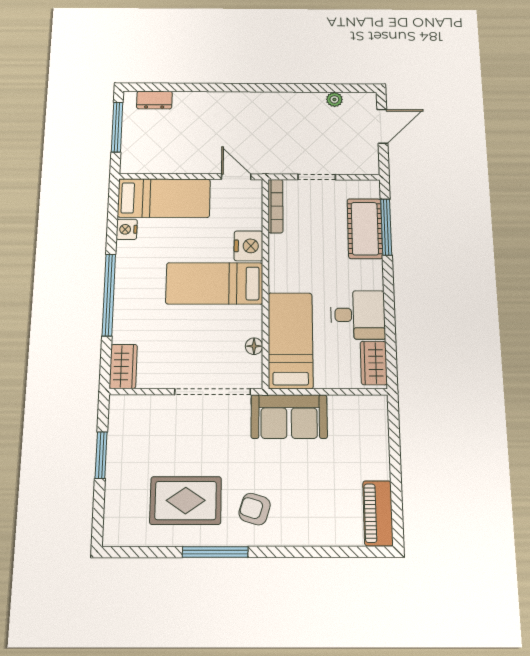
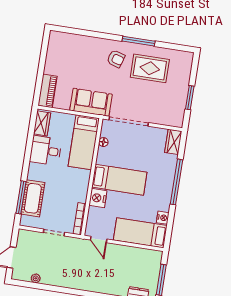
piano: (378, 513) -> (48, 91), moved

